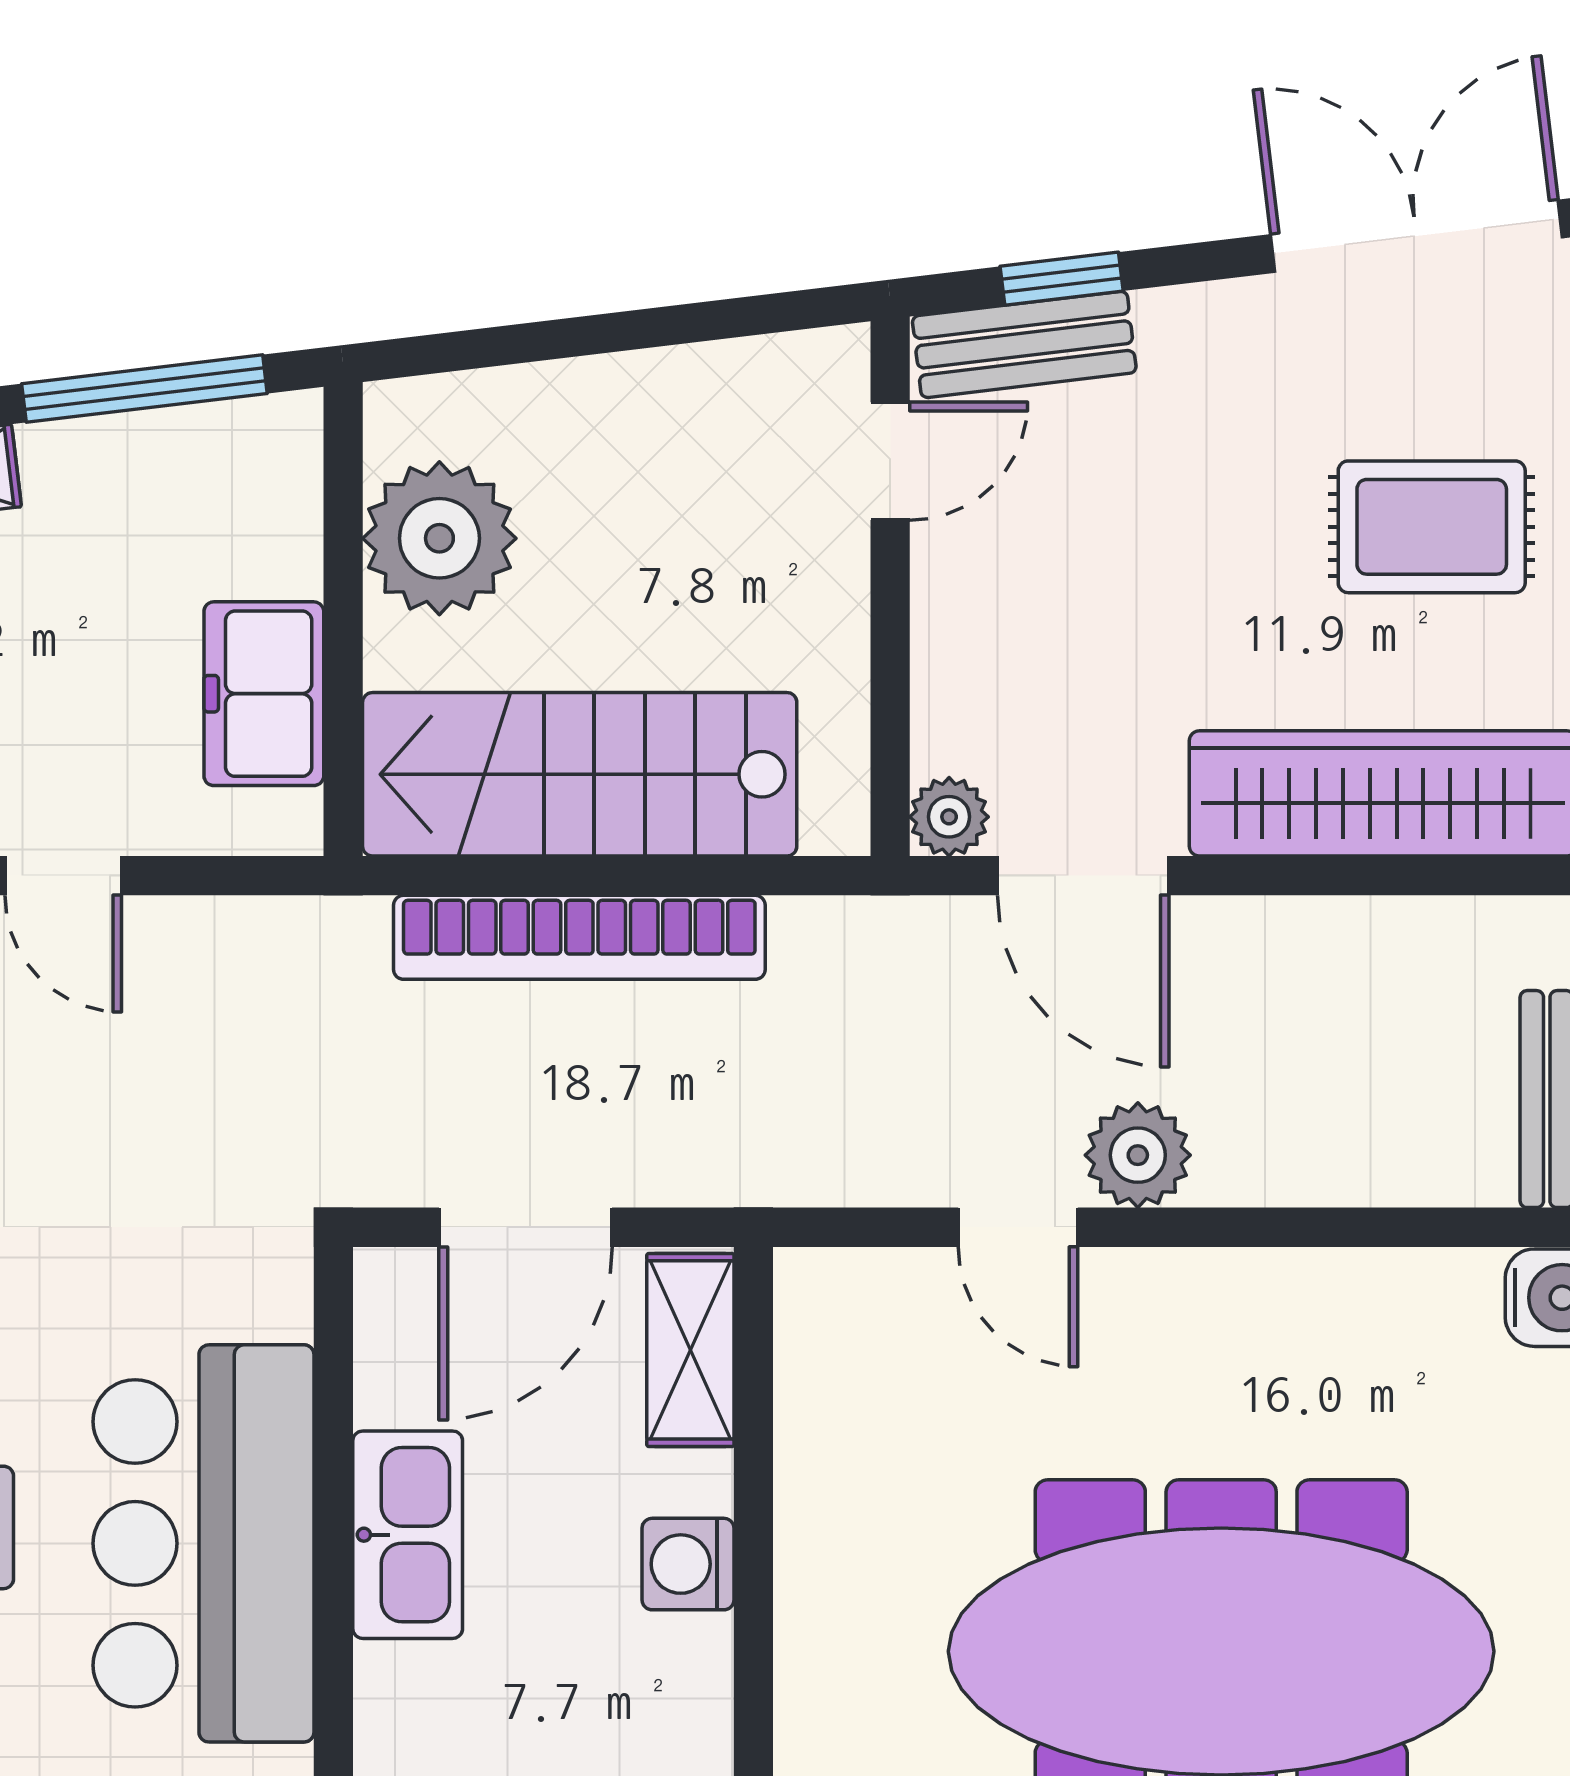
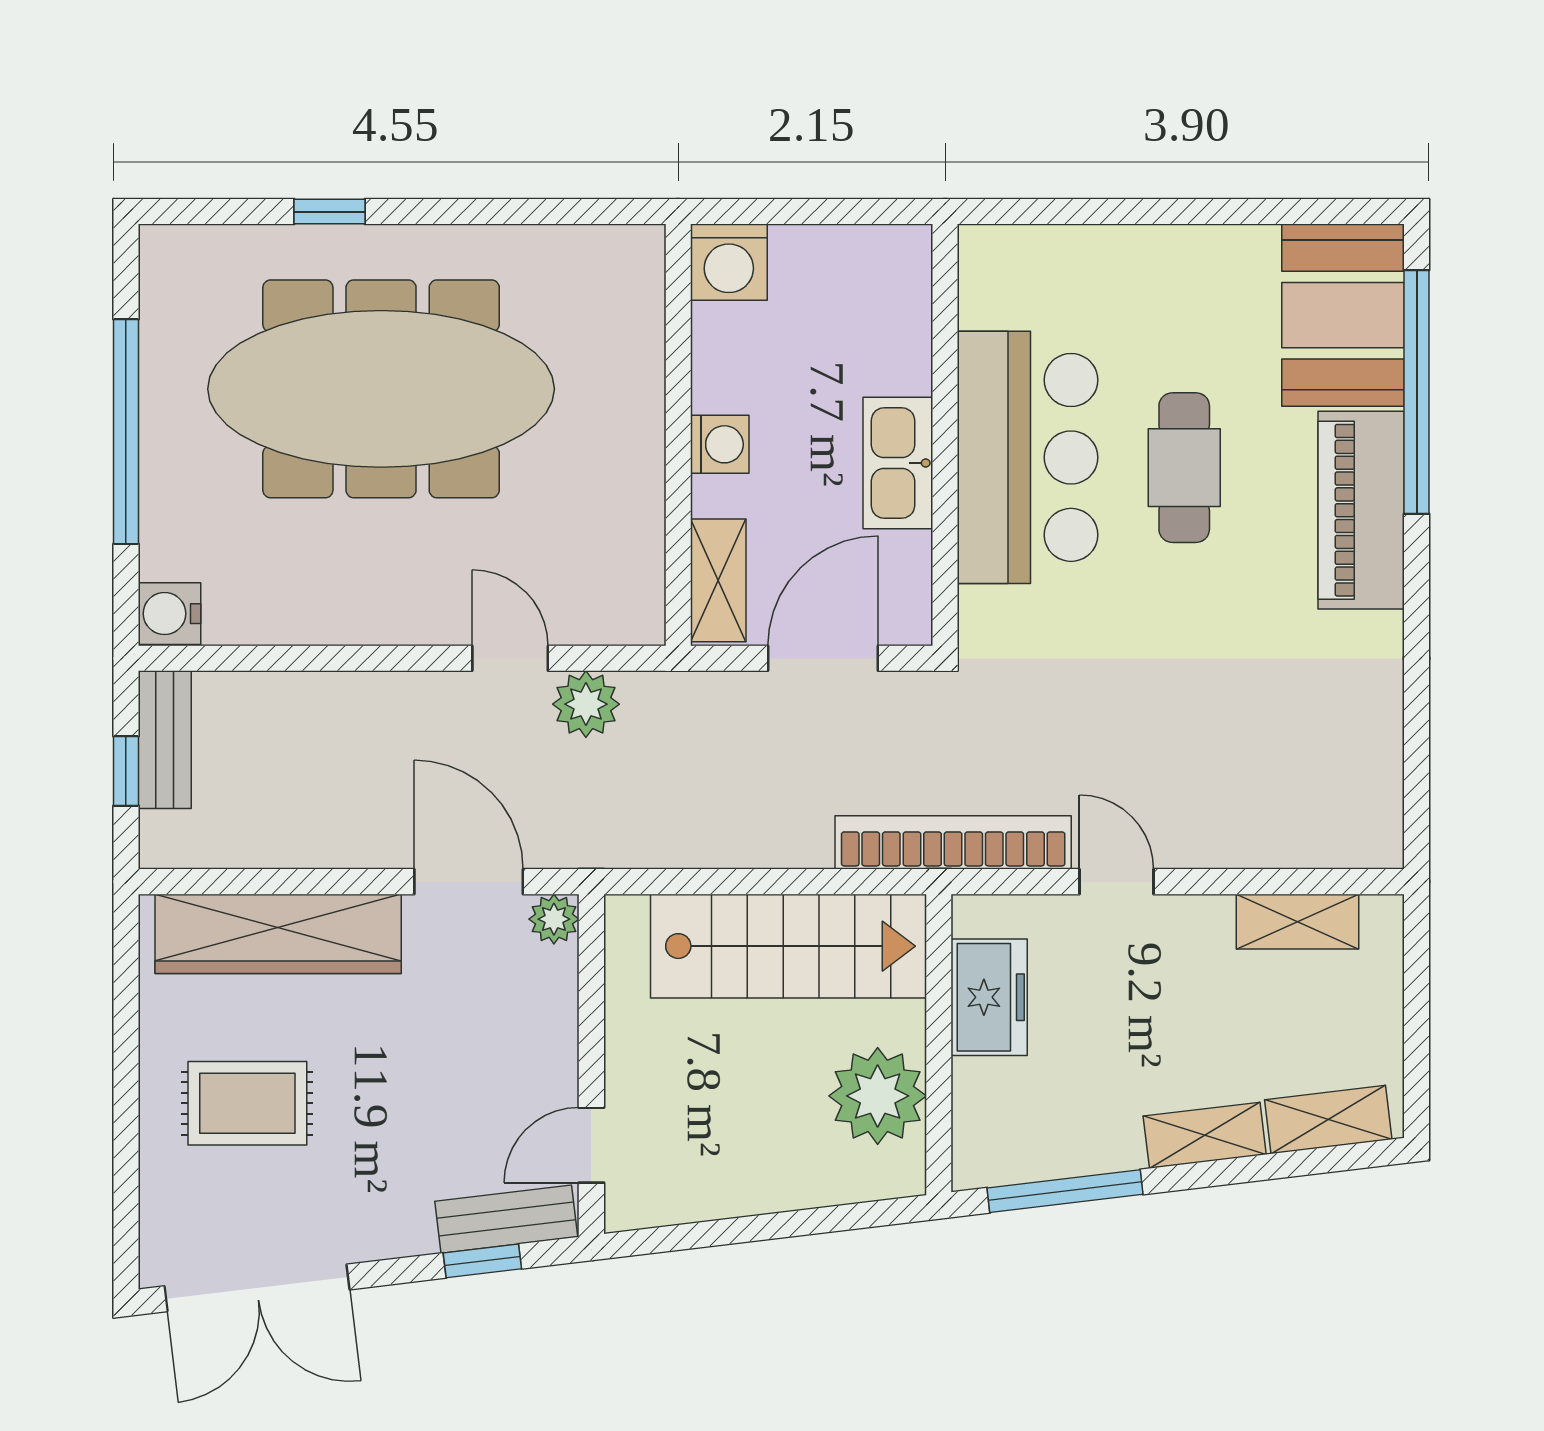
bookcase: (579, 937) -> (953, 842), moved
plant: (1138, 1155) -> (586, 704), moved

